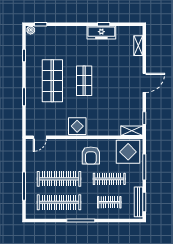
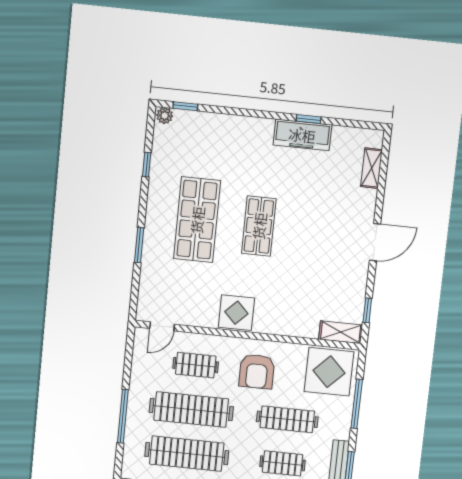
clothes rail: (59, 155) -> (196, 365), added

